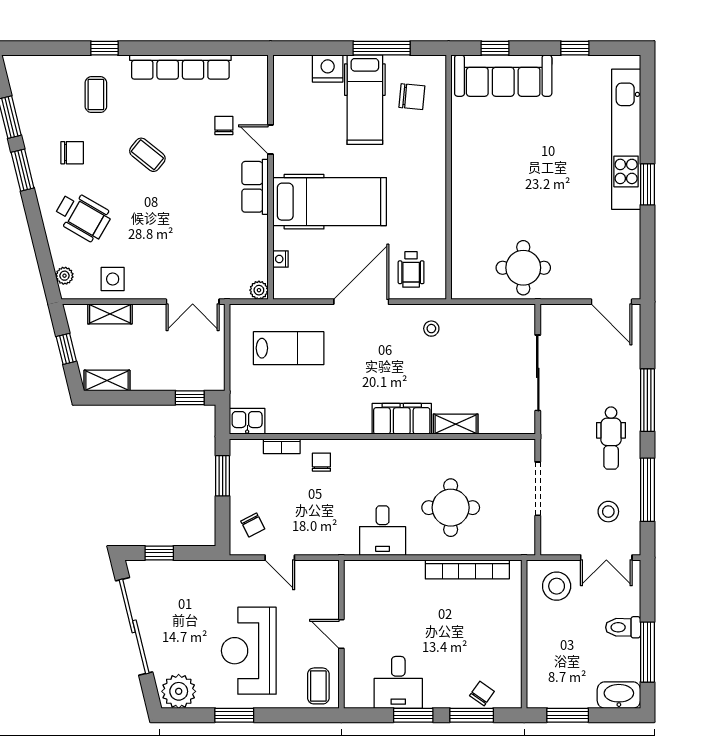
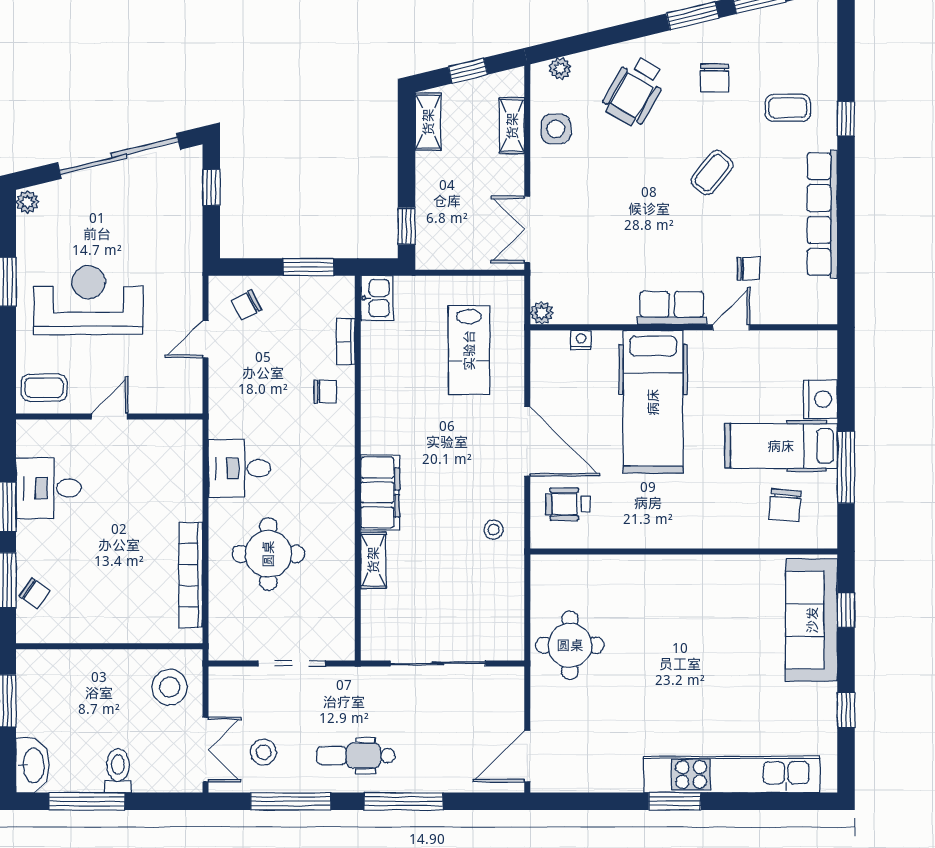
double door: (606, 558) -> (206, 750), swing flipped
plant: (179, 691) -> (27, 202), width x0.53, depth x0.53

